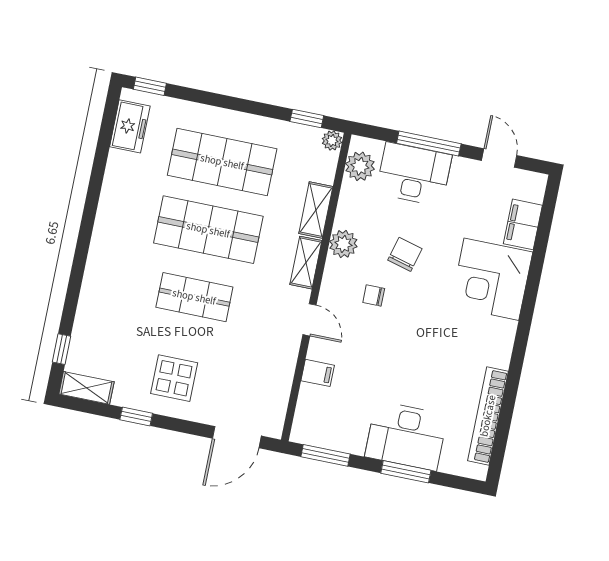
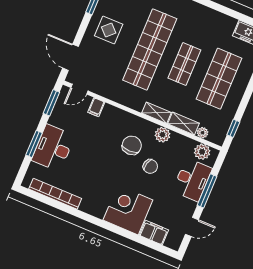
plant: (332, 141) -> (203, 133), moved
shop shelf: (208, 230) -> (184, 64), width x0.70, depth x0.74
chair: (374, 295) -> (132, 145), width x1.87, depth x1.87
shop shelf: (194, 297) -> (150, 49), width x2.00, depth x1.36
door: (309, 320) -> (79, 89), moved

